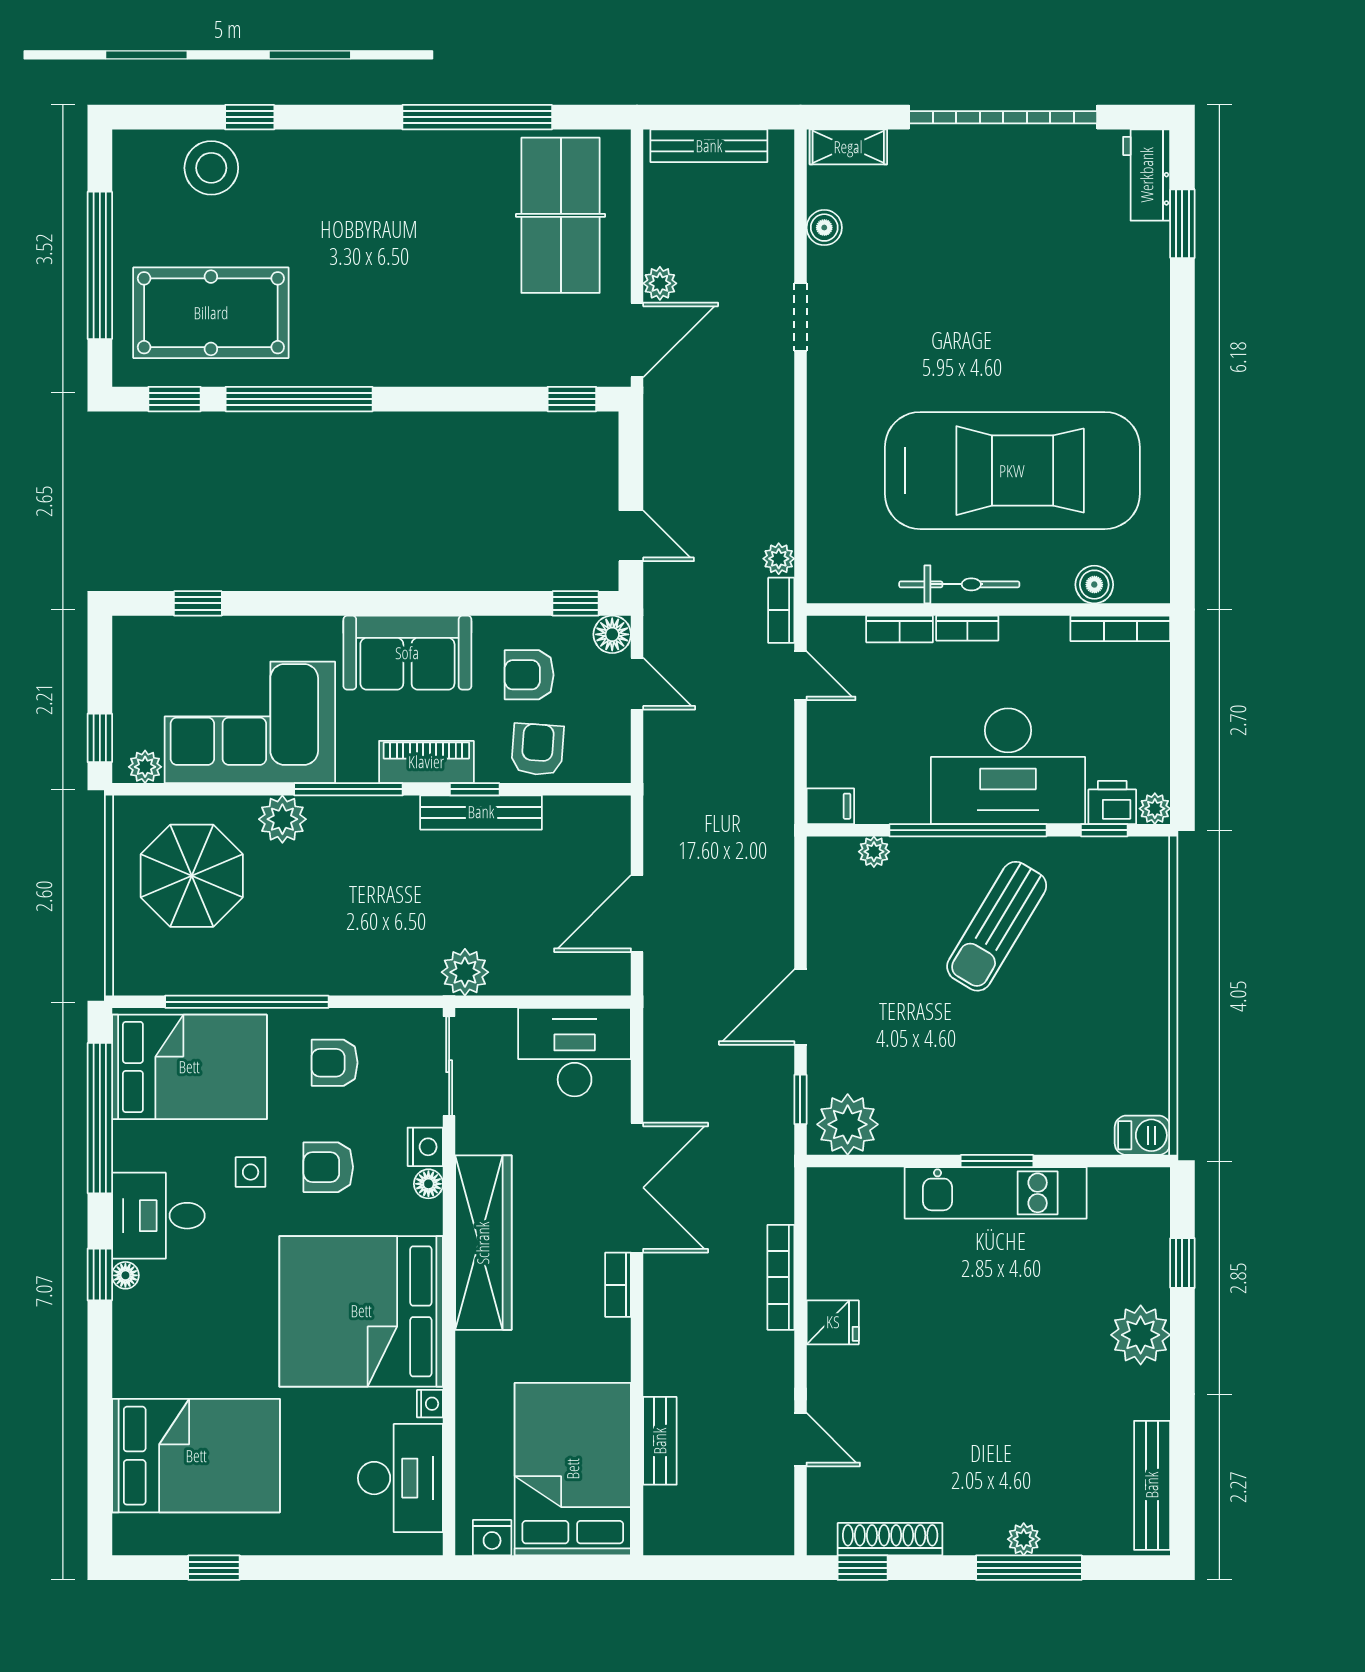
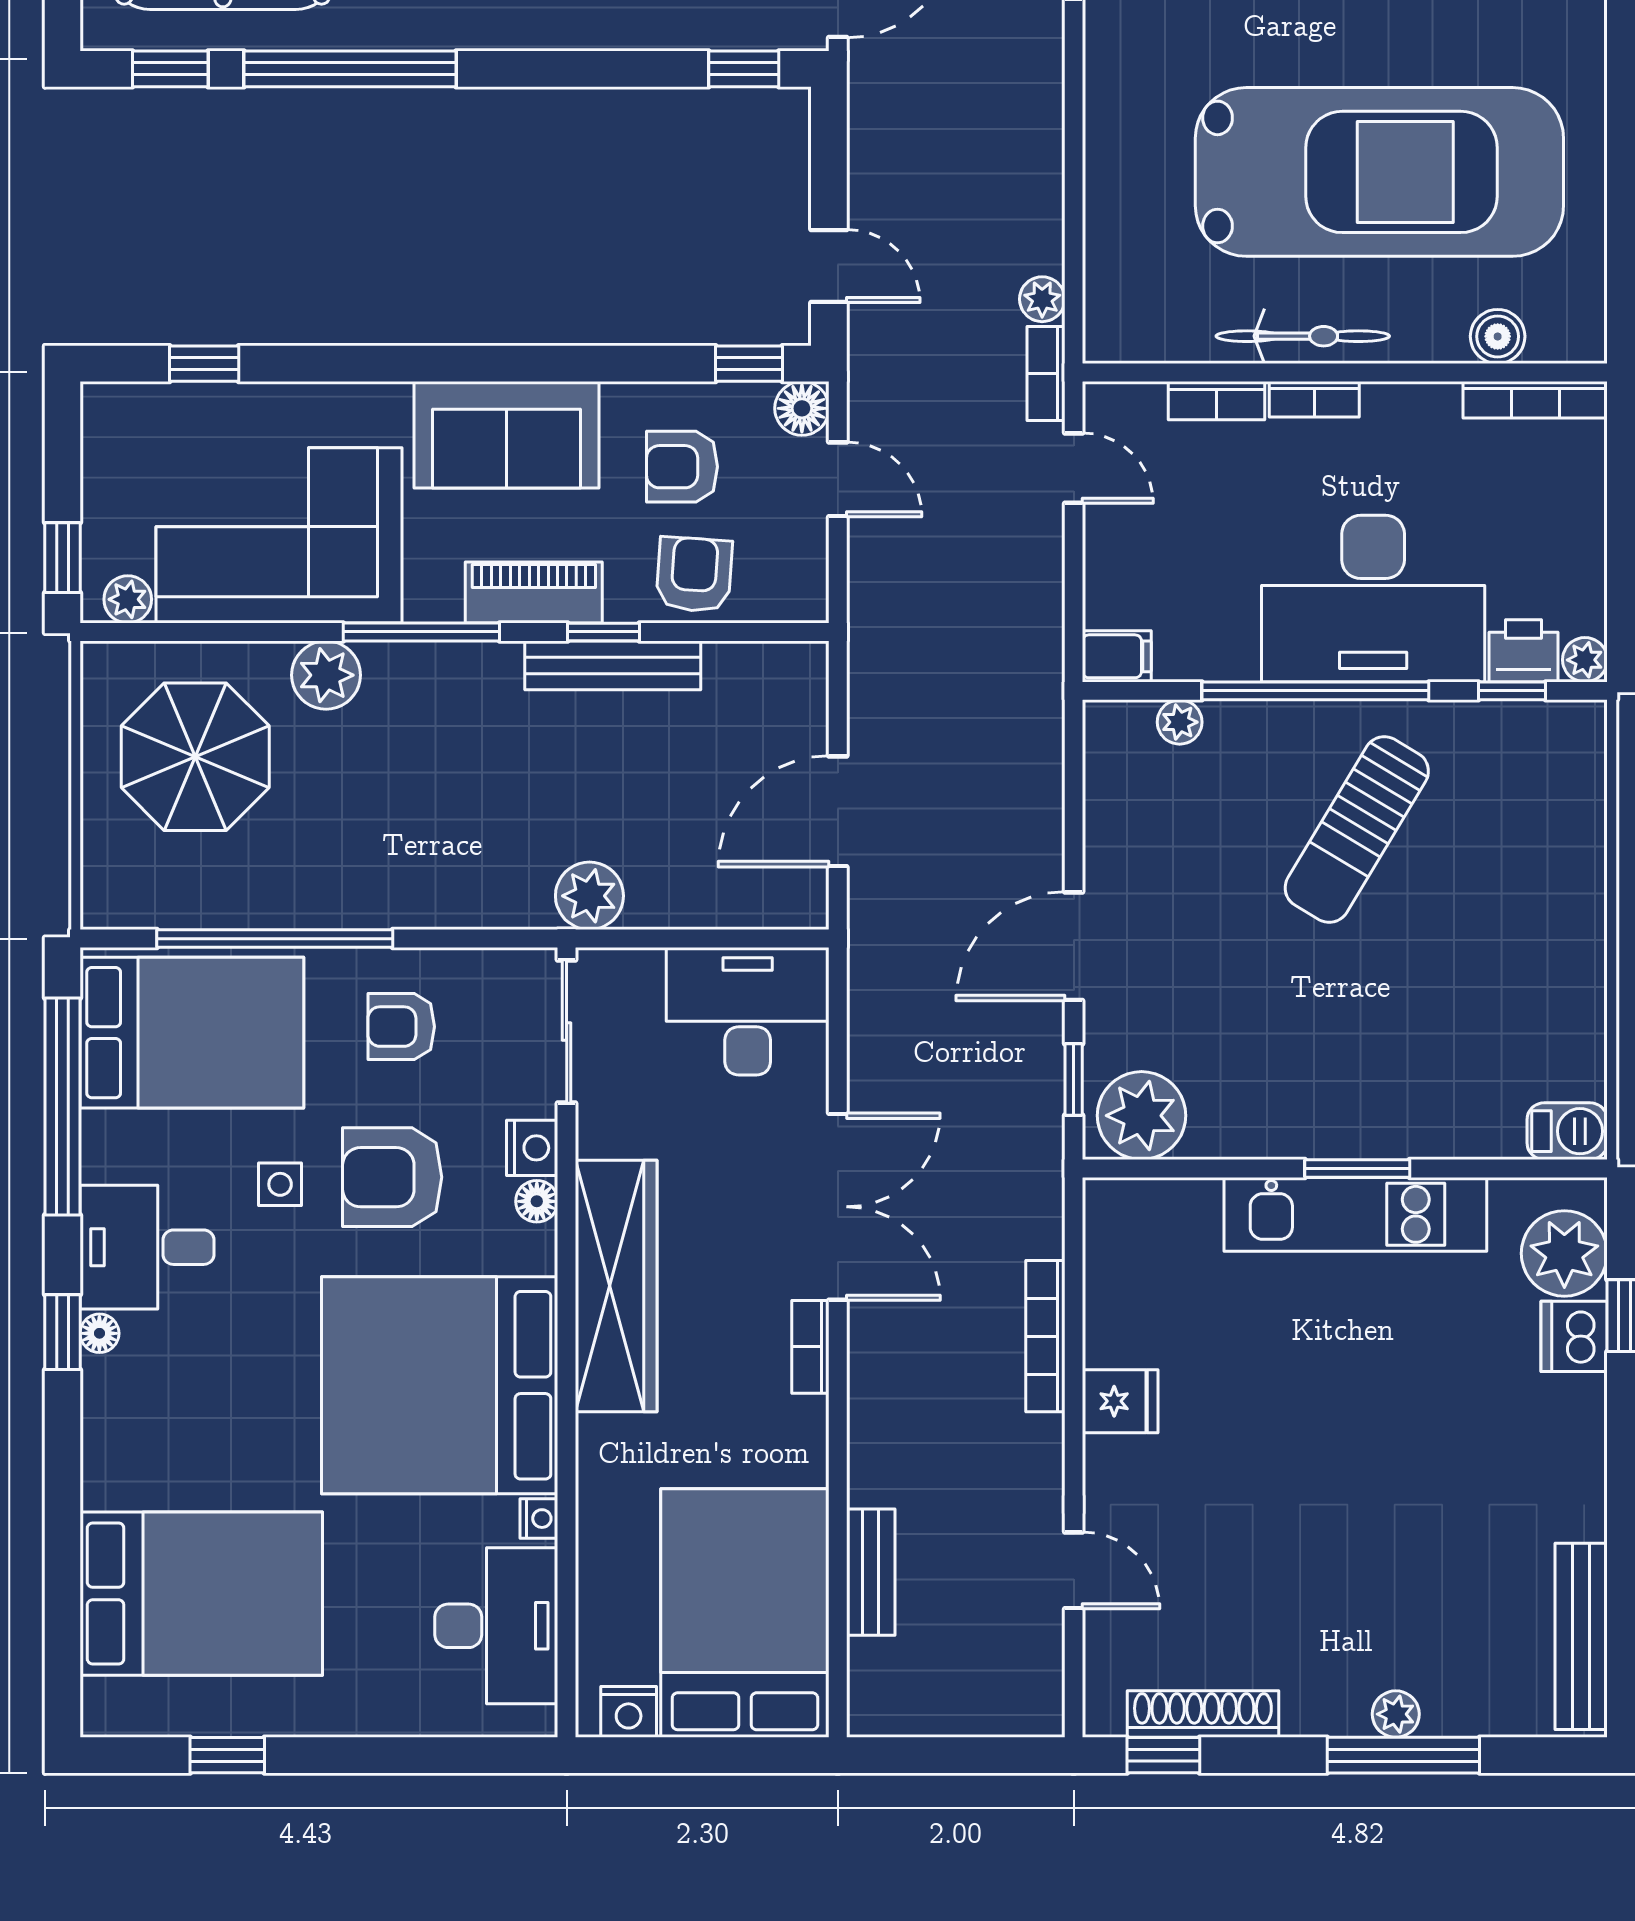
armchair: (328, 1167) -> (392, 1177), width x1.38, depth x1.38
dishwasher: (1147, 1277) -> (1574, 1336), added
plant: (1141, 1335) -> (1564, 1253), moved

